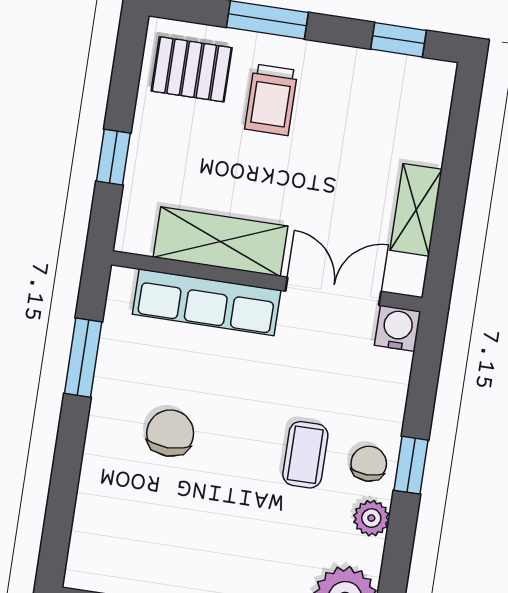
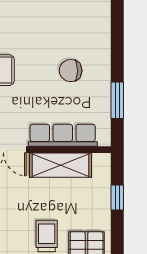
chair: (170, 433) -> (71, 71), turned 90

